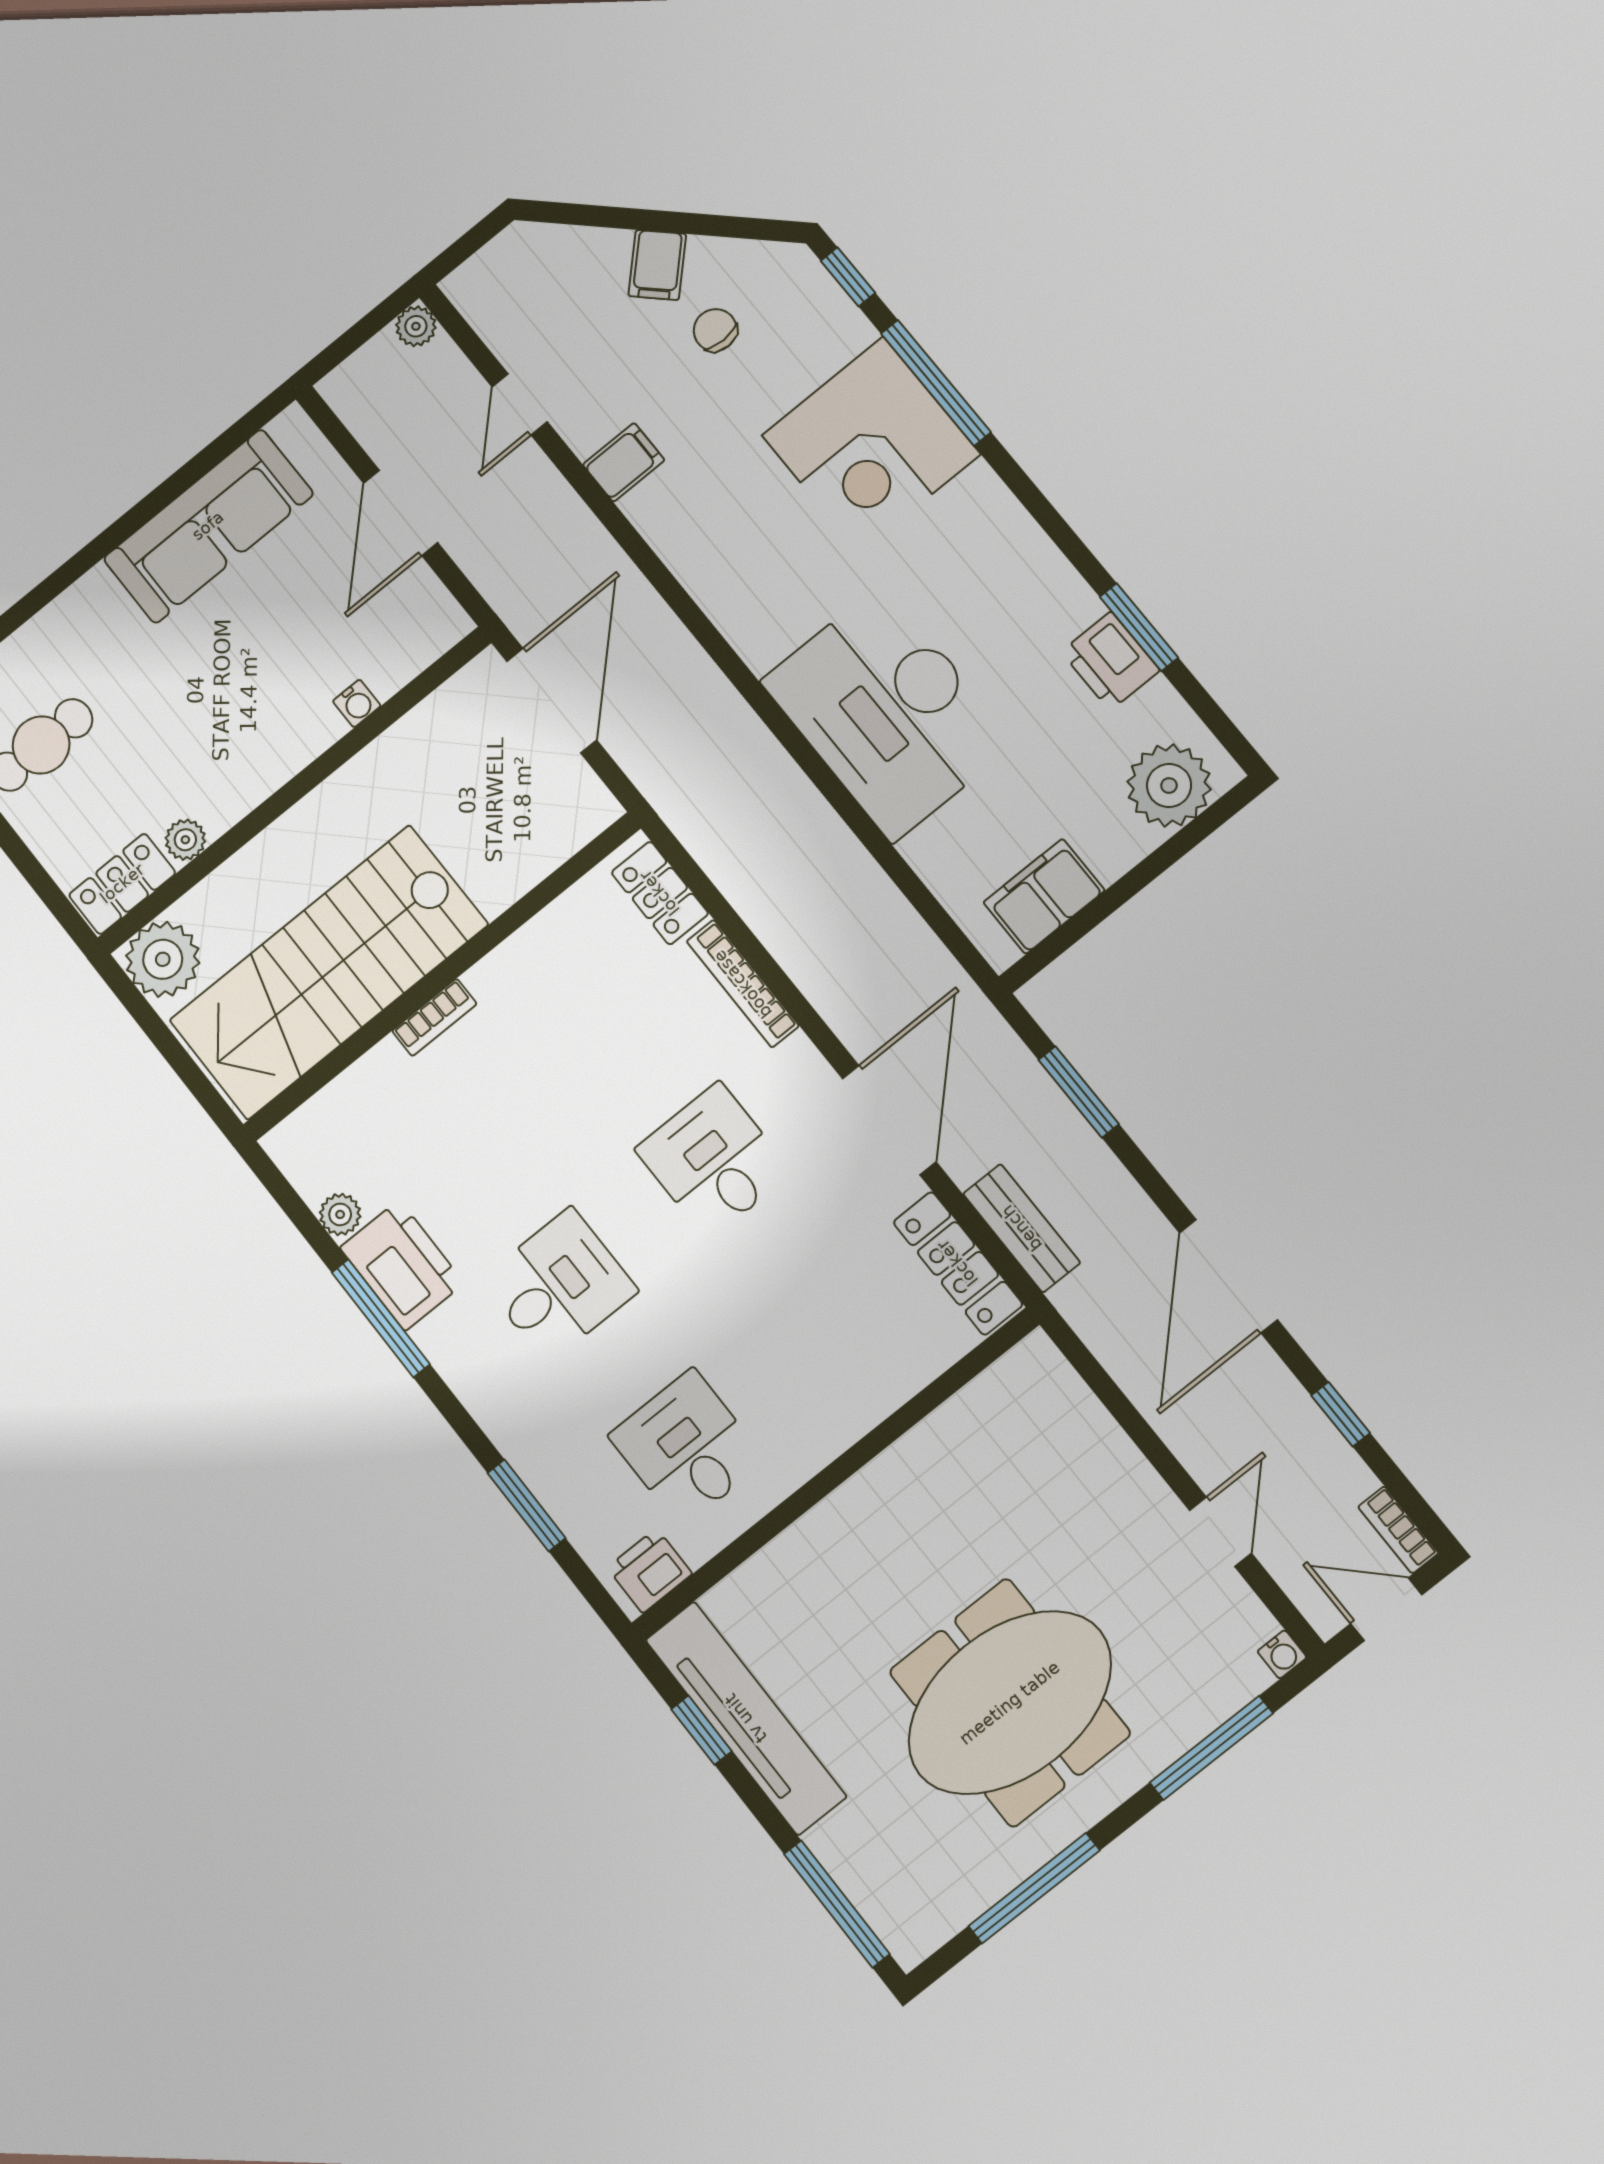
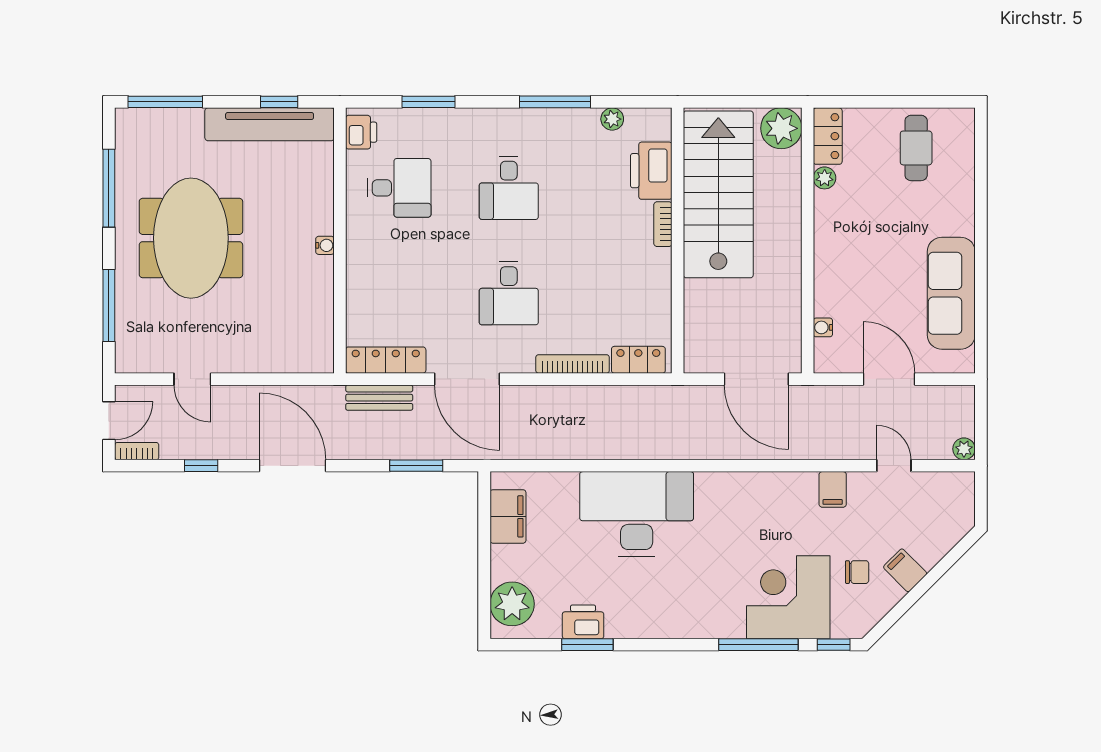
corner desk: (871, 445) -> (788, 597), moved
water cooler: (357, 703) -> (823, 327), moved
desk: (714, 1161) -> (509, 293), turned 90
printer: (402, 1265) -> (651, 171), moved, turned 90
water cooler: (1282, 1654) -> (325, 245), moved, turned 180

